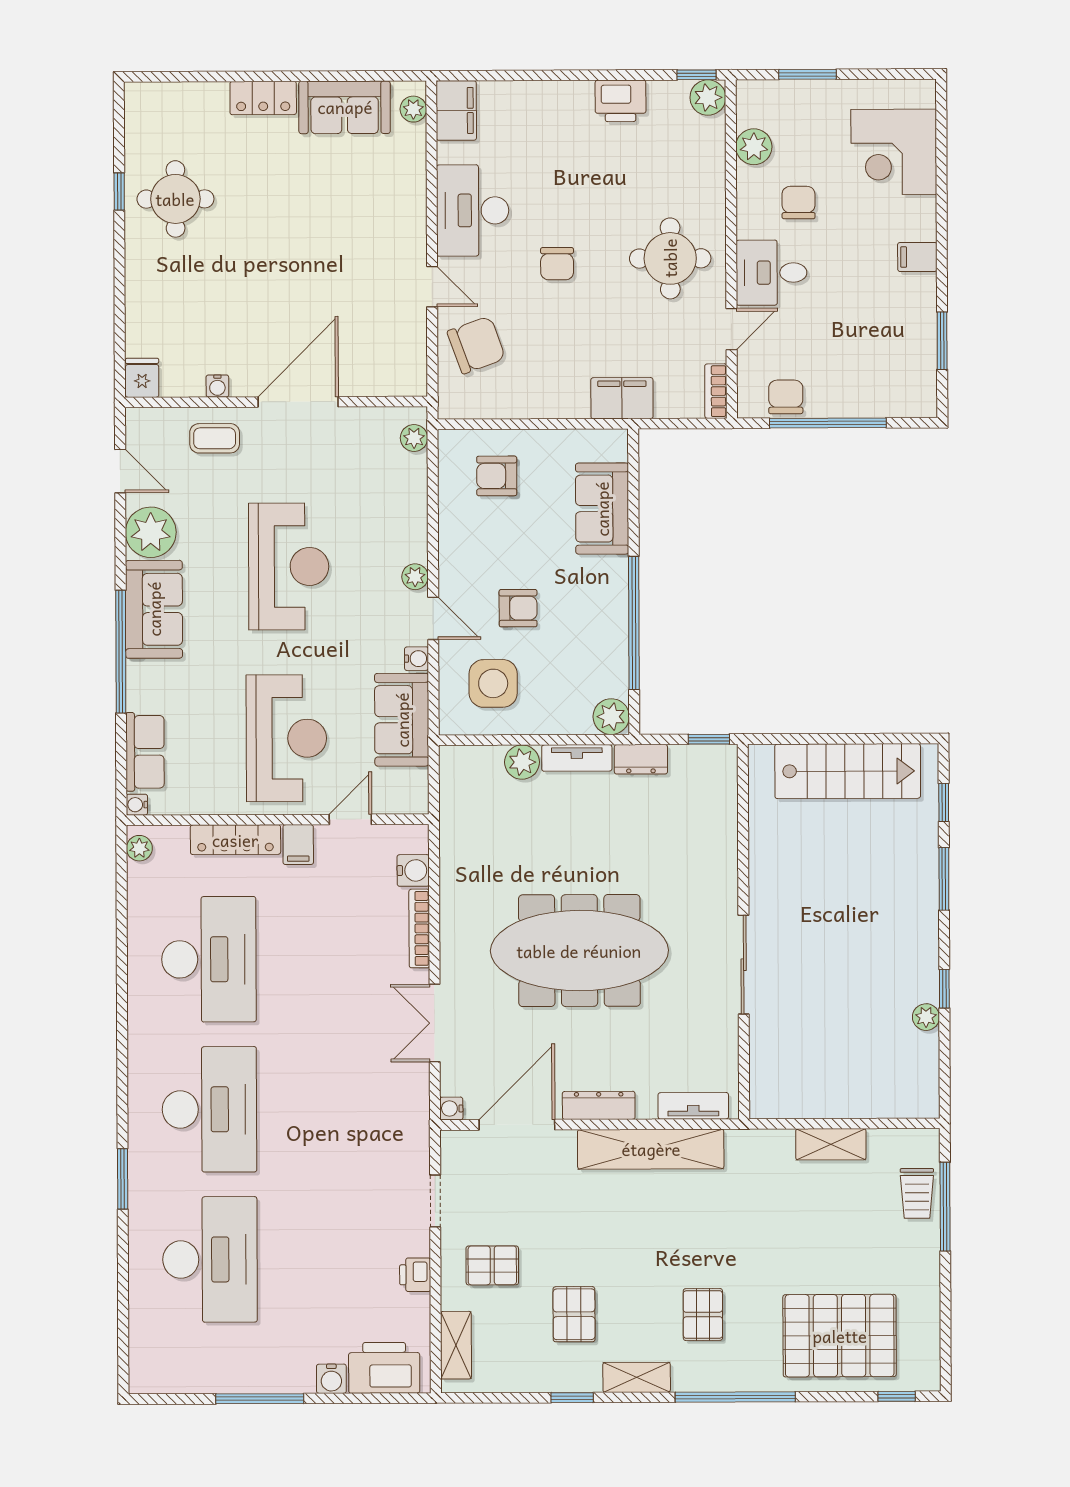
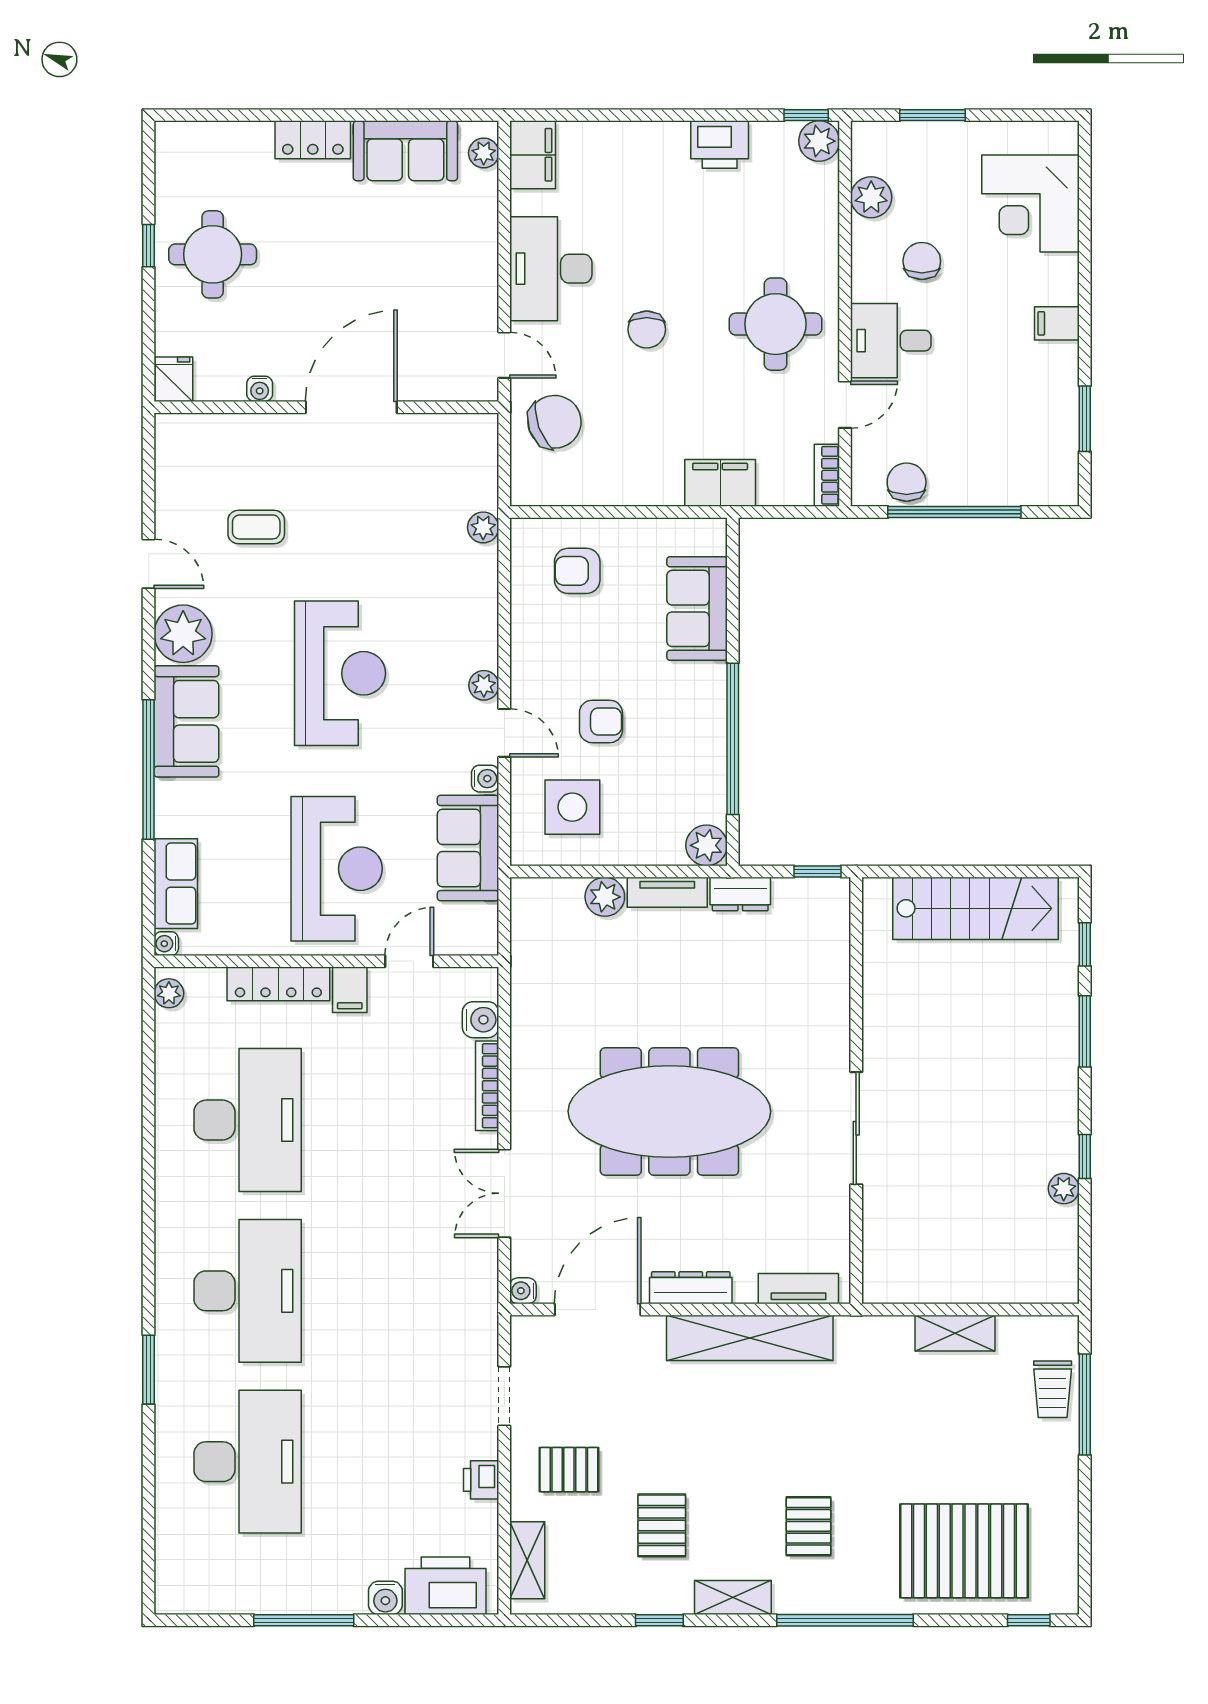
fridge: (142, 378) -> (174, 379), moved
water cooler: (217, 386) -> (260, 389), moved
wall: (276, 402) -> (326, 407), moved
door: (298, 402) -> (351, 407), moved

